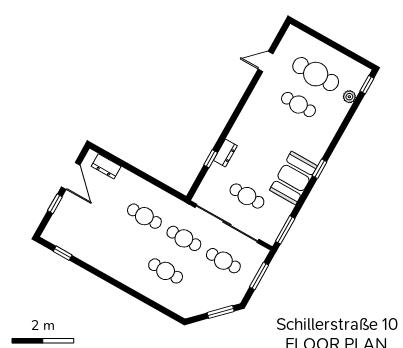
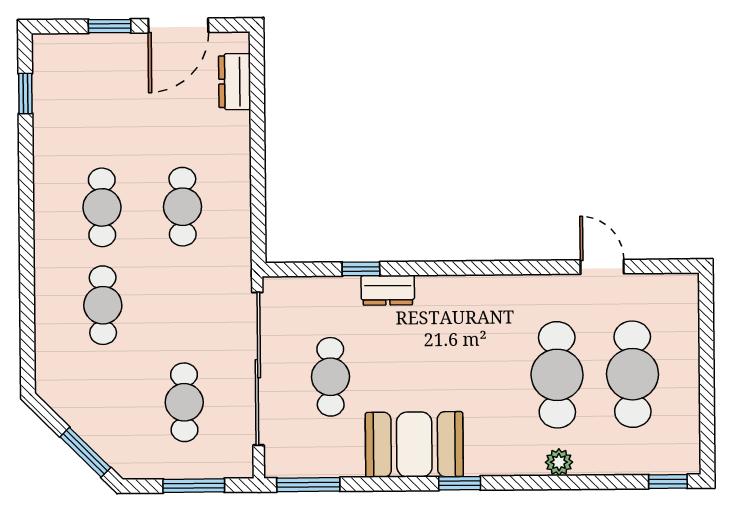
plant: (349, 97) -> (559, 462), moved
cafe table: (298, 105) -> (557, 375), width x1.37, depth x1.35
cafe table: (184, 238) -> (102, 207), moved

